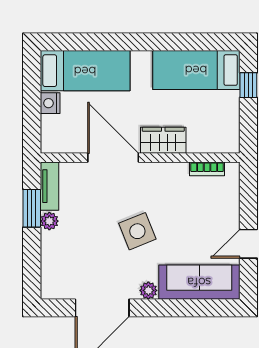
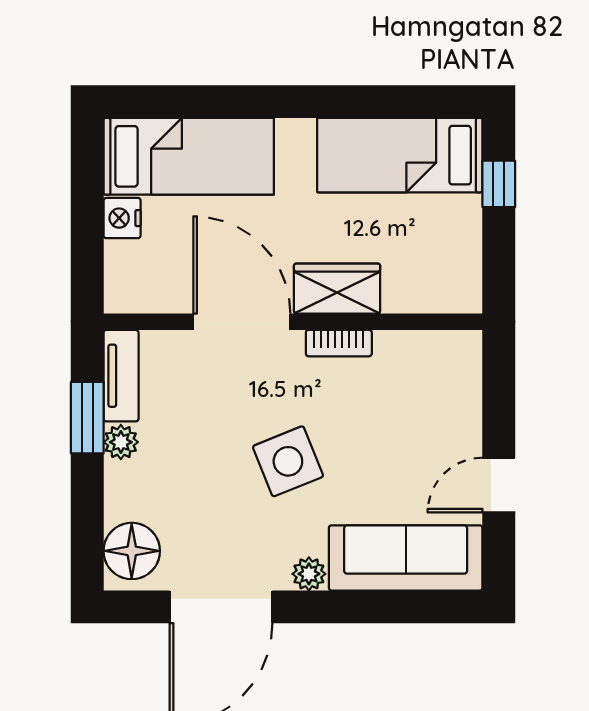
bookcase: (207, 169) -> (339, 343), moved
floor lamp: (55, 278) -> (132, 551), added

